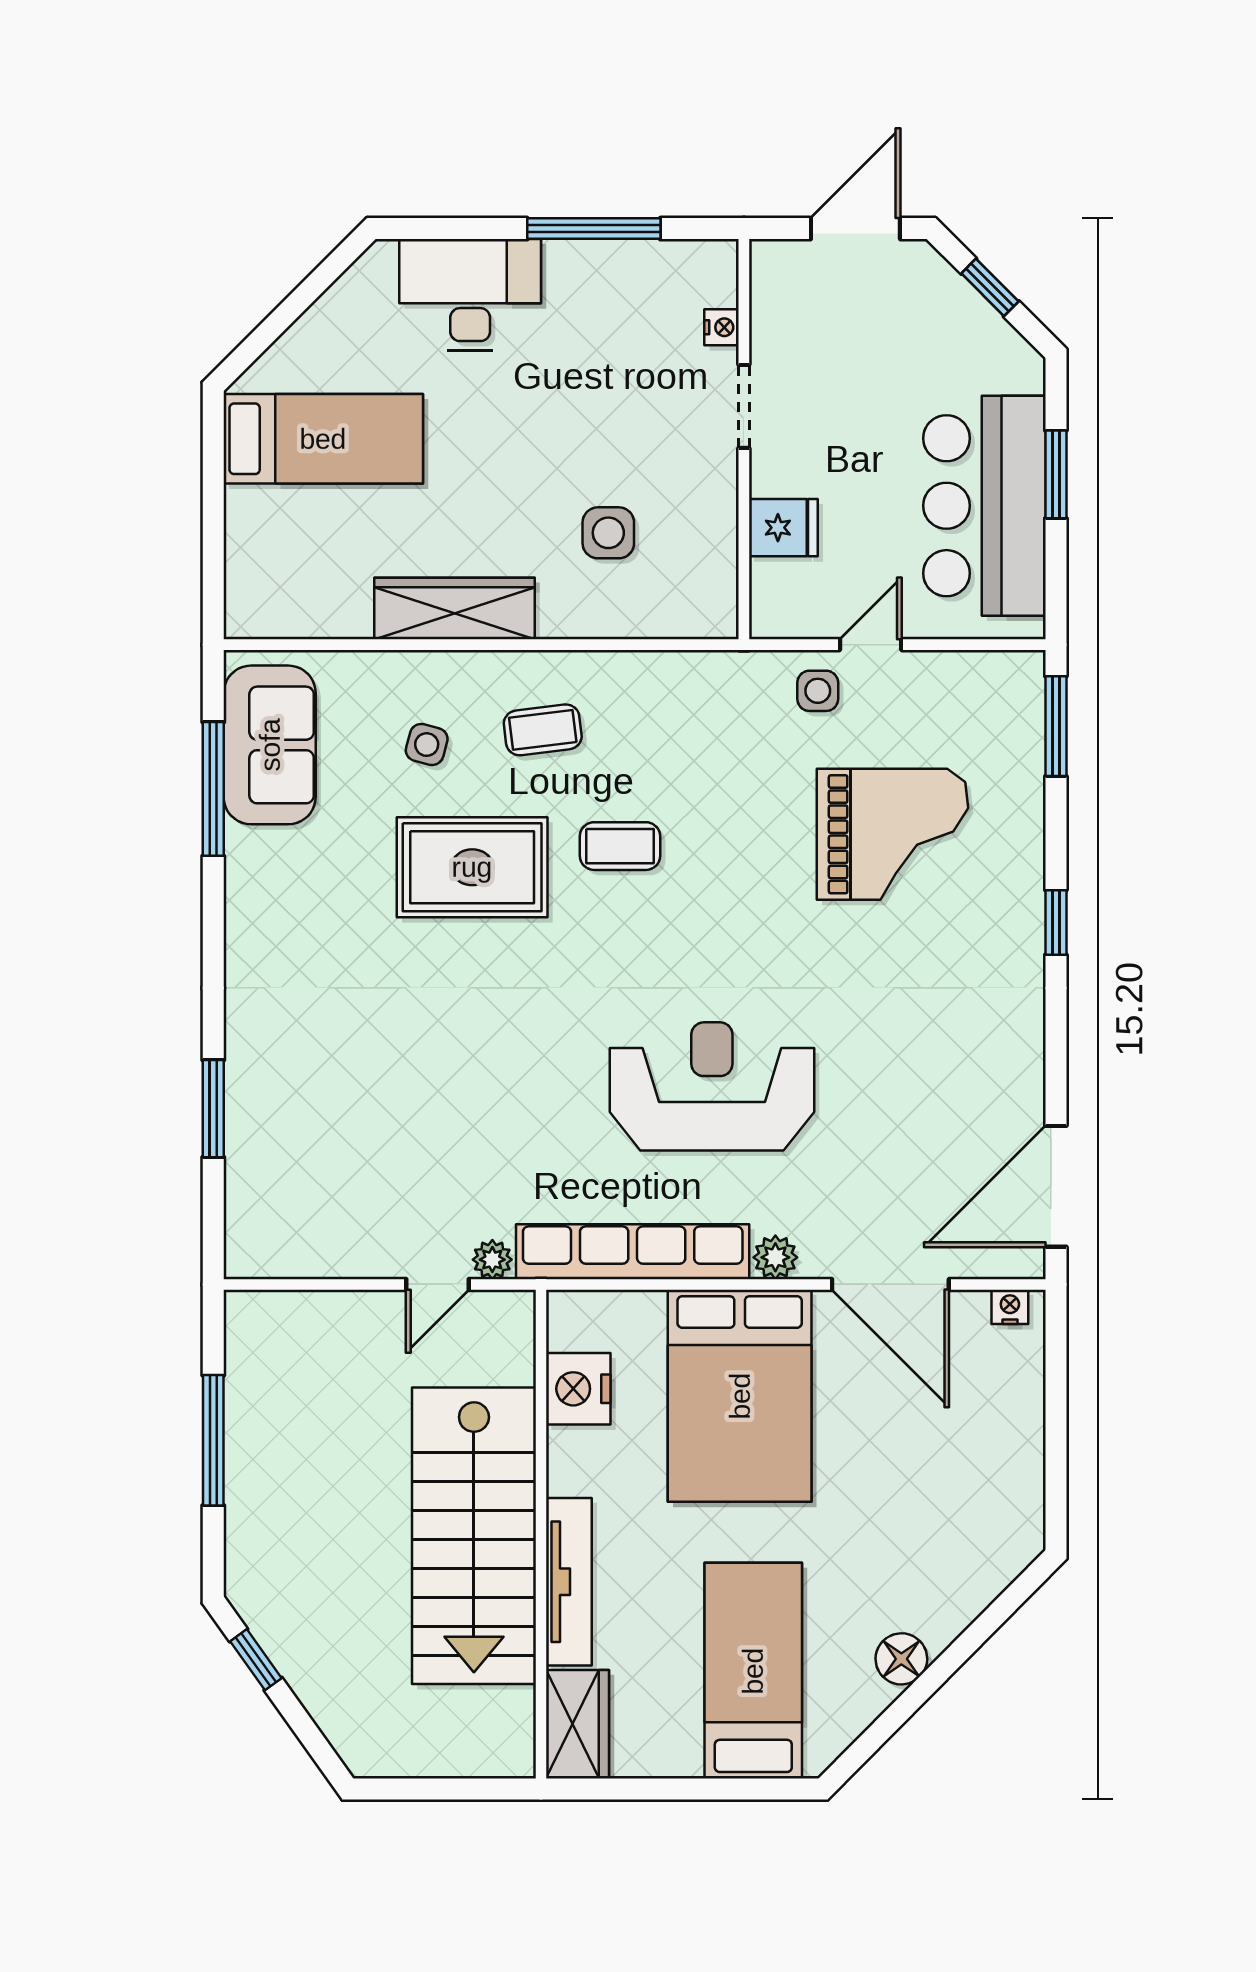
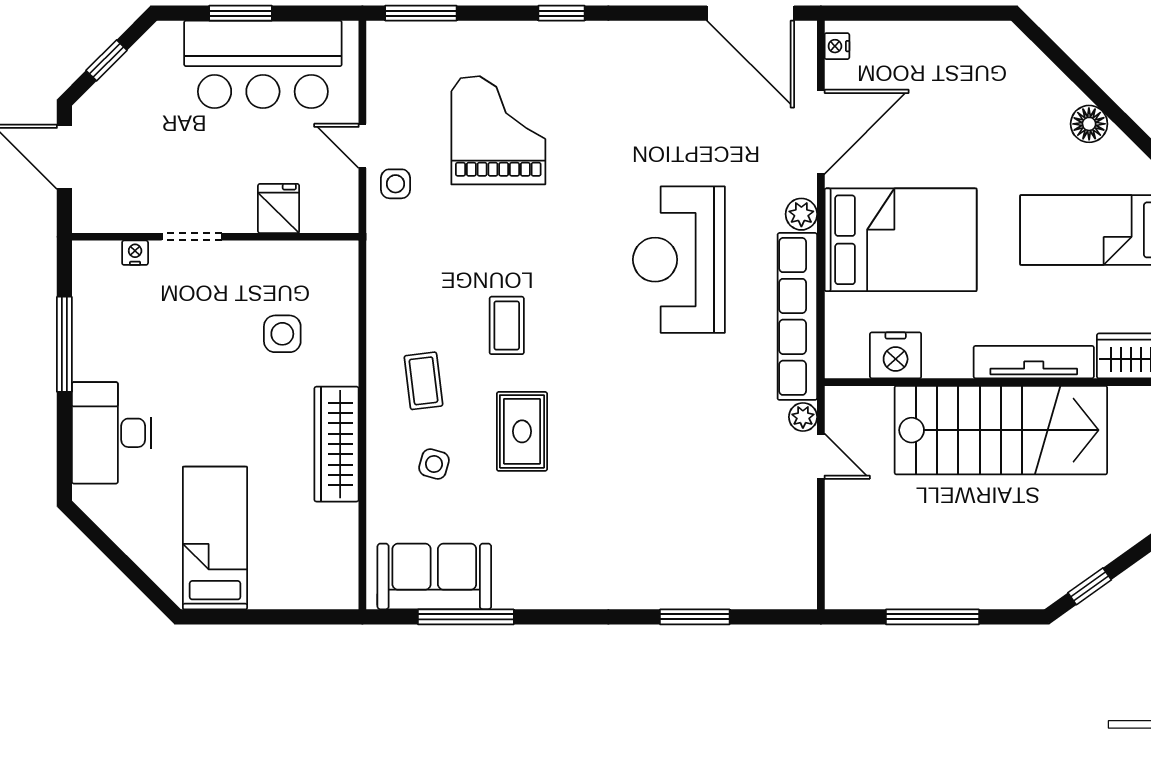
rug: (472, 867) -> (522, 431), width x0.73, depth x0.70

